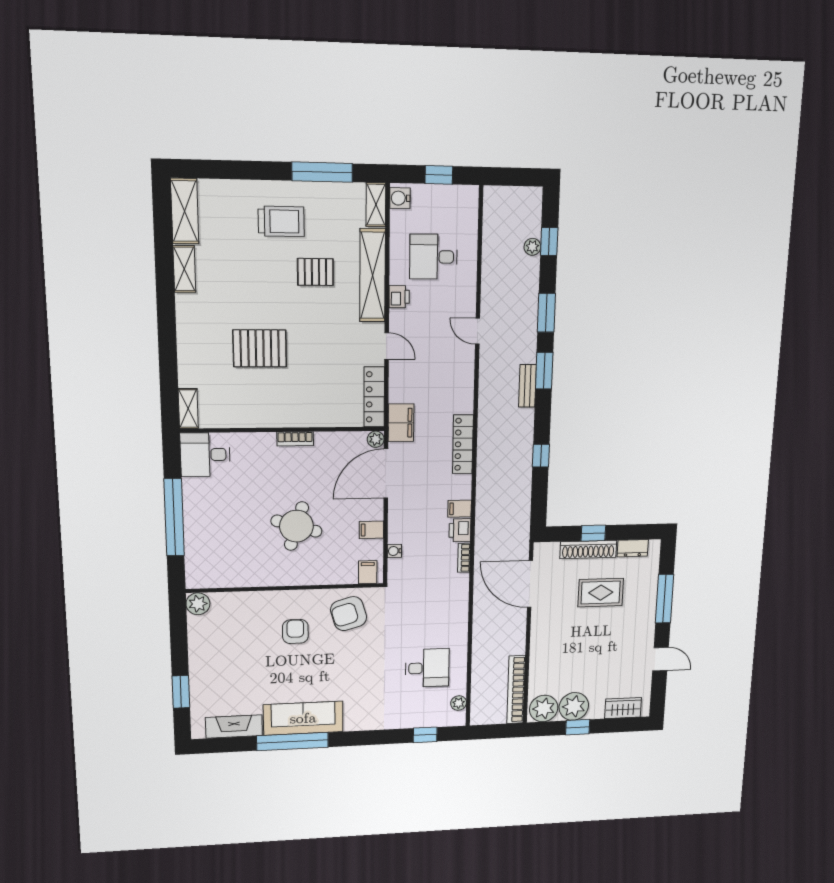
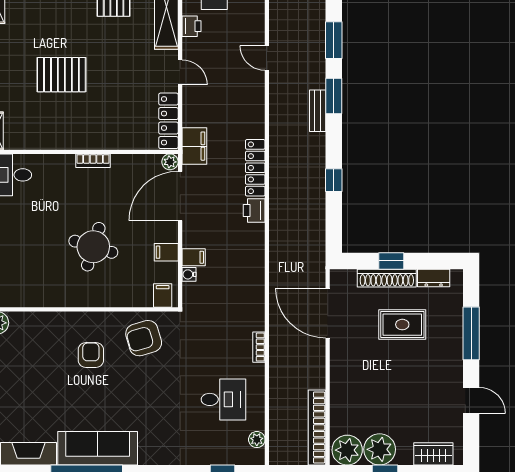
filing cabinet: (460, 509) -> (194, 257), moved, turned 180
printer: (460, 530) -> (254, 210), moved
bookcase: (464, 558) -> (259, 347), moved

